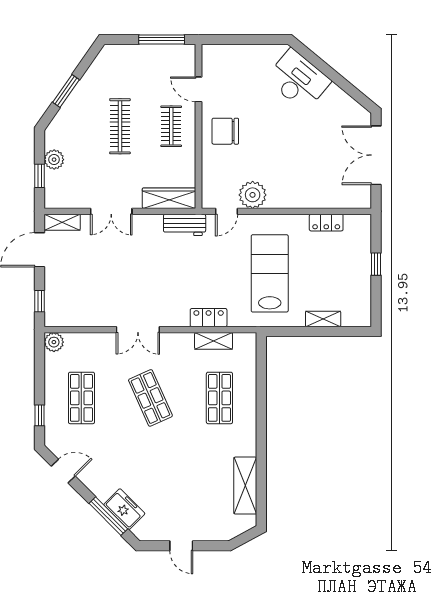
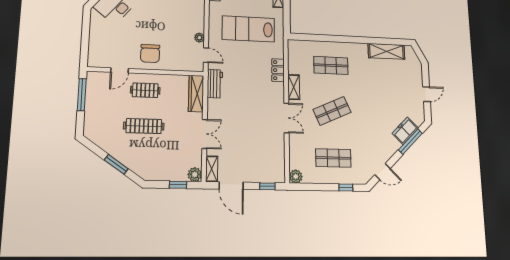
plant: (54, 160) -> (195, 174), moved
plant: (253, 195) -> (199, 38), width x0.53, depth x0.53
shelving: (214, 341) -> (294, 87), moved
door: (63, 471) -> (382, 172), swing flipped

